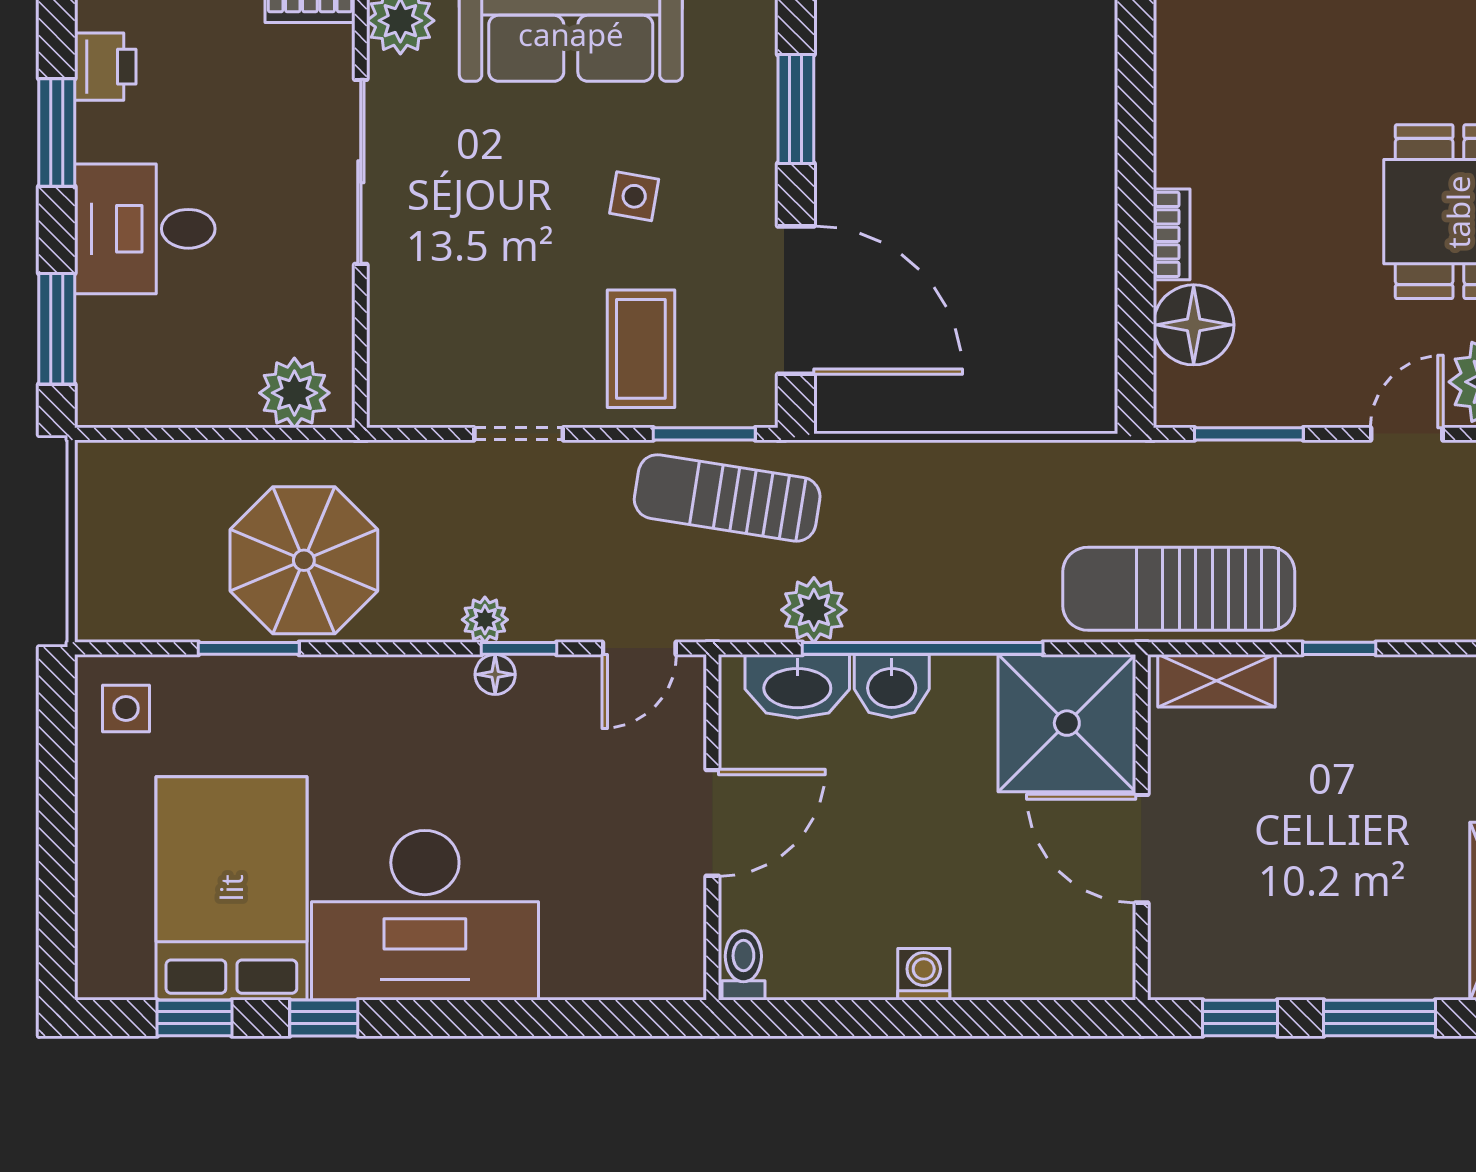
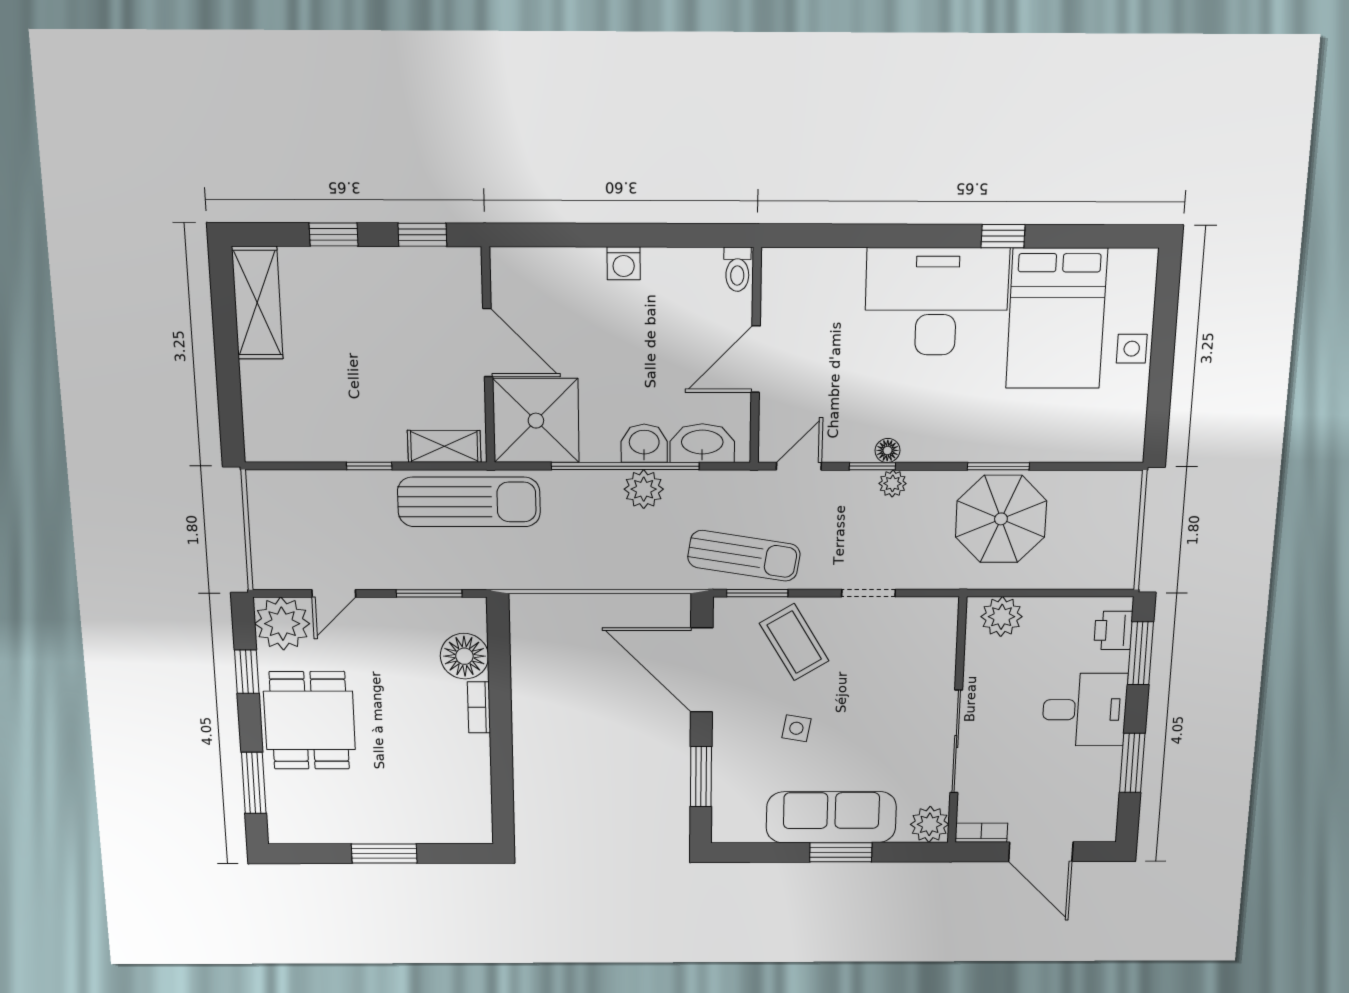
printer: (105, 67) -> (1113, 630), moved
coffee table: (641, 349) -> (794, 642), turned -31
plant: (814, 610) -> (644, 489), moved
window: (249, 648) -> (998, 466), moved
side table: (126, 708) -> (1132, 349), moved
window: (195, 1018) -> (1084, 236), removed
window: (1380, 1018) -> (334, 234), width x0.67

